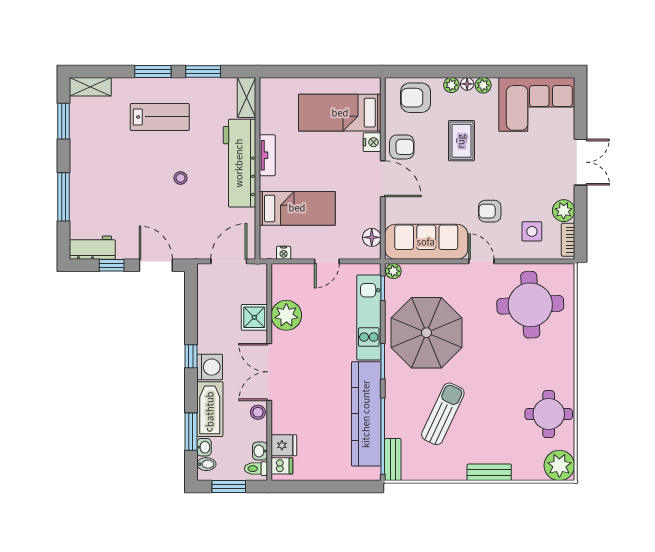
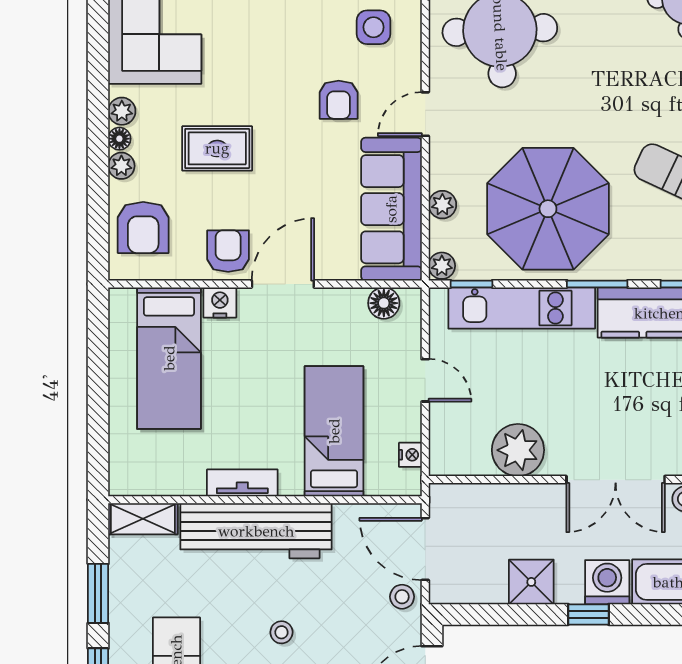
stool: (201, 248) -> (402, 597), added
plant: (429, 271) -> (442, 205), added
shower: (254, 317) -> (531, 582), moved

